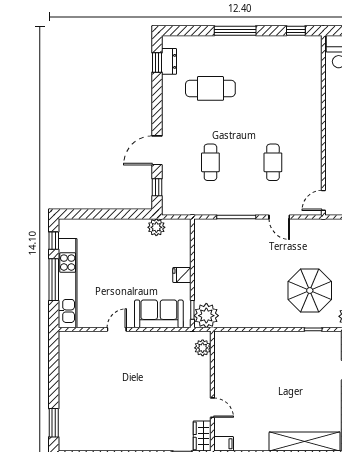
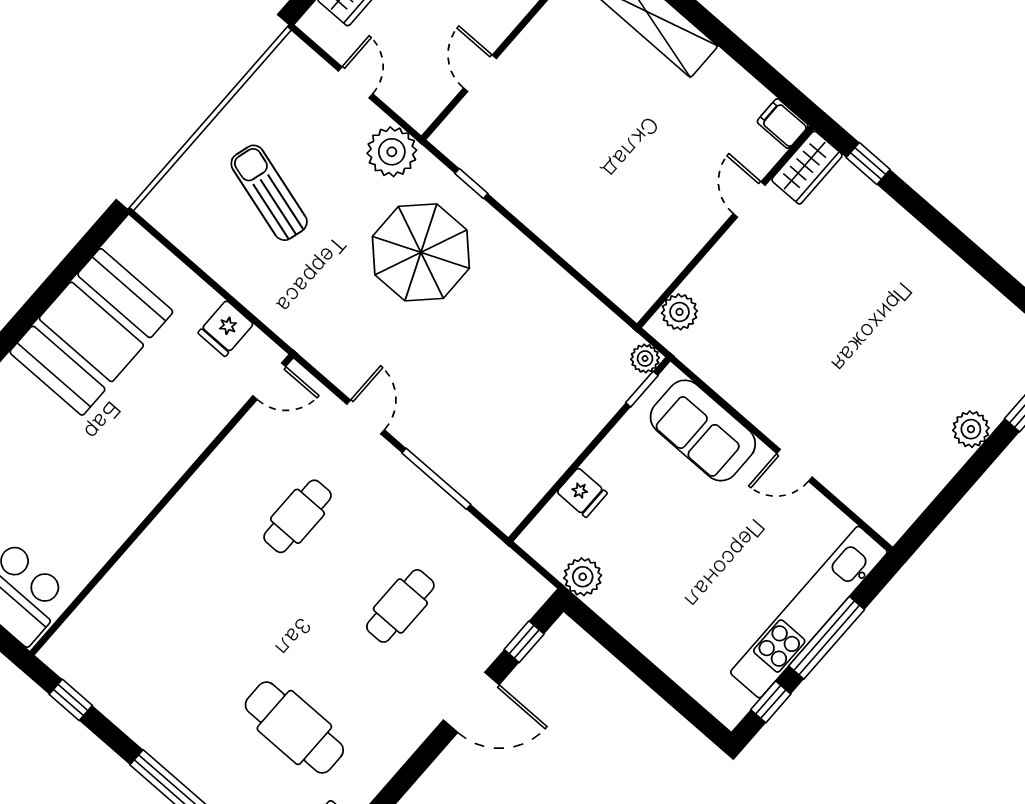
fridge: (182, 275) -> (582, 493), moved
plant: (206, 316) -> (645, 358), width x0.53, depth x0.53
plant: (67, 395) -> (971, 429), added

